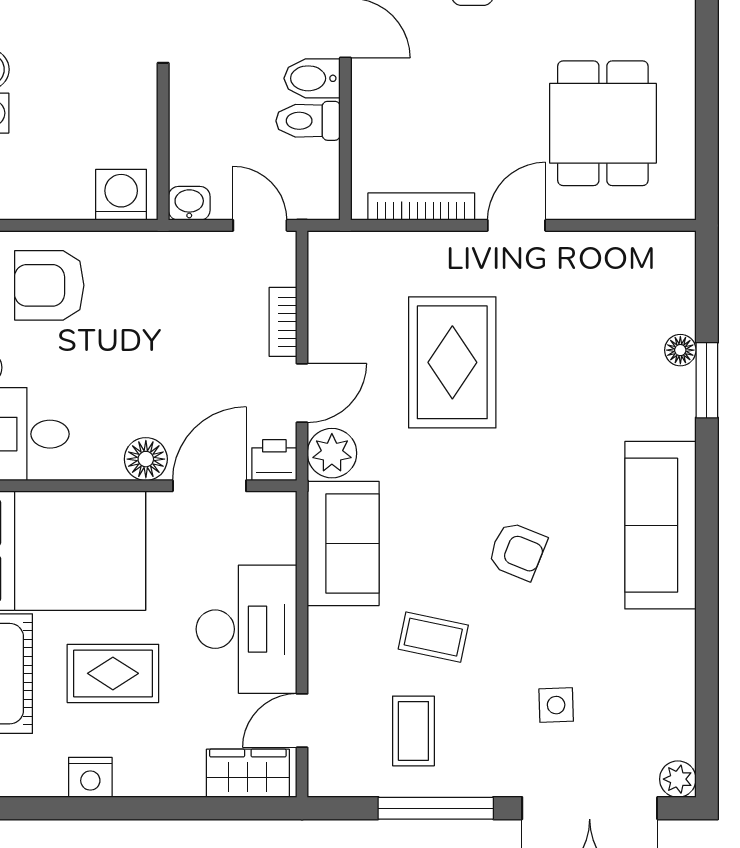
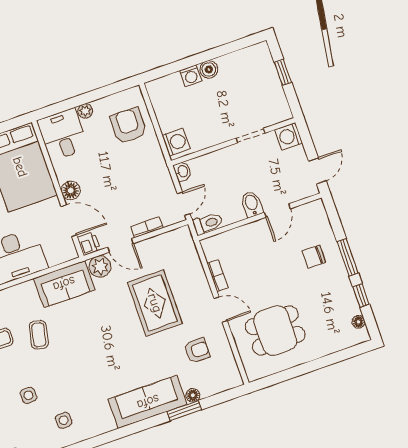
toilet: (308, 121) -> (208, 223), moved, turned 90
bookcase: (421, 207) -> (217, 276), width x0.64
rug: (452, 362) -> (155, 303), turned 90
sofa: (660, 525) -> (148, 402), moved
armchair: (517, 551) -> (197, 350), moved, turned -112
side table: (637, 648) -> (64, 420), added

